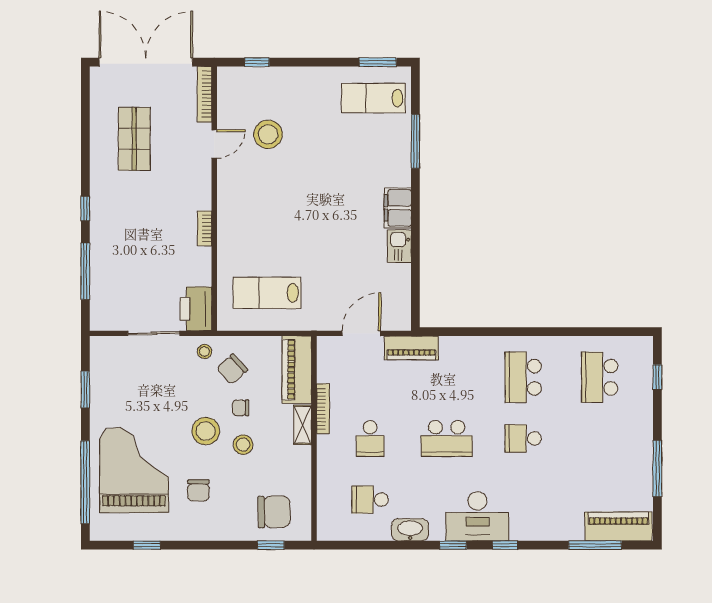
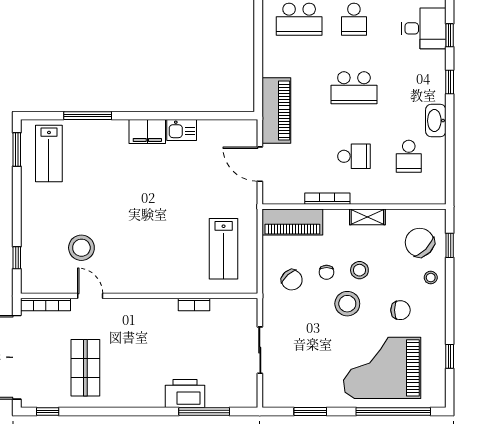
shop shelf: (134, 139) -> (85, 368), turned 90
window: (85, 209) -> (48, 412), moved
bookcase: (205, 228) -> (194, 304), moved
printer: (196, 309) -> (185, 394), moved, turned 180
piano: (411, 348) -> (276, 111), width x1.37, depth x1.33
stool: (204, 351) -> (431, 278), moved
shelving: (303, 425) -> (367, 217), moved
school desk: (447, 438) -> (354, 88), turned 90
chair: (274, 512) -> (420, 242), turned -44
desk: (477, 516) -> (424, 28), moved, width x0.73

